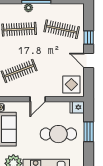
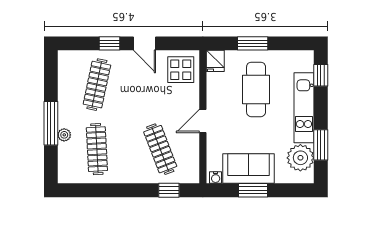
door: (89, 61) -> (144, 43), hinge flipped
door: (38, 99) -> (203, 121), swing flipped

